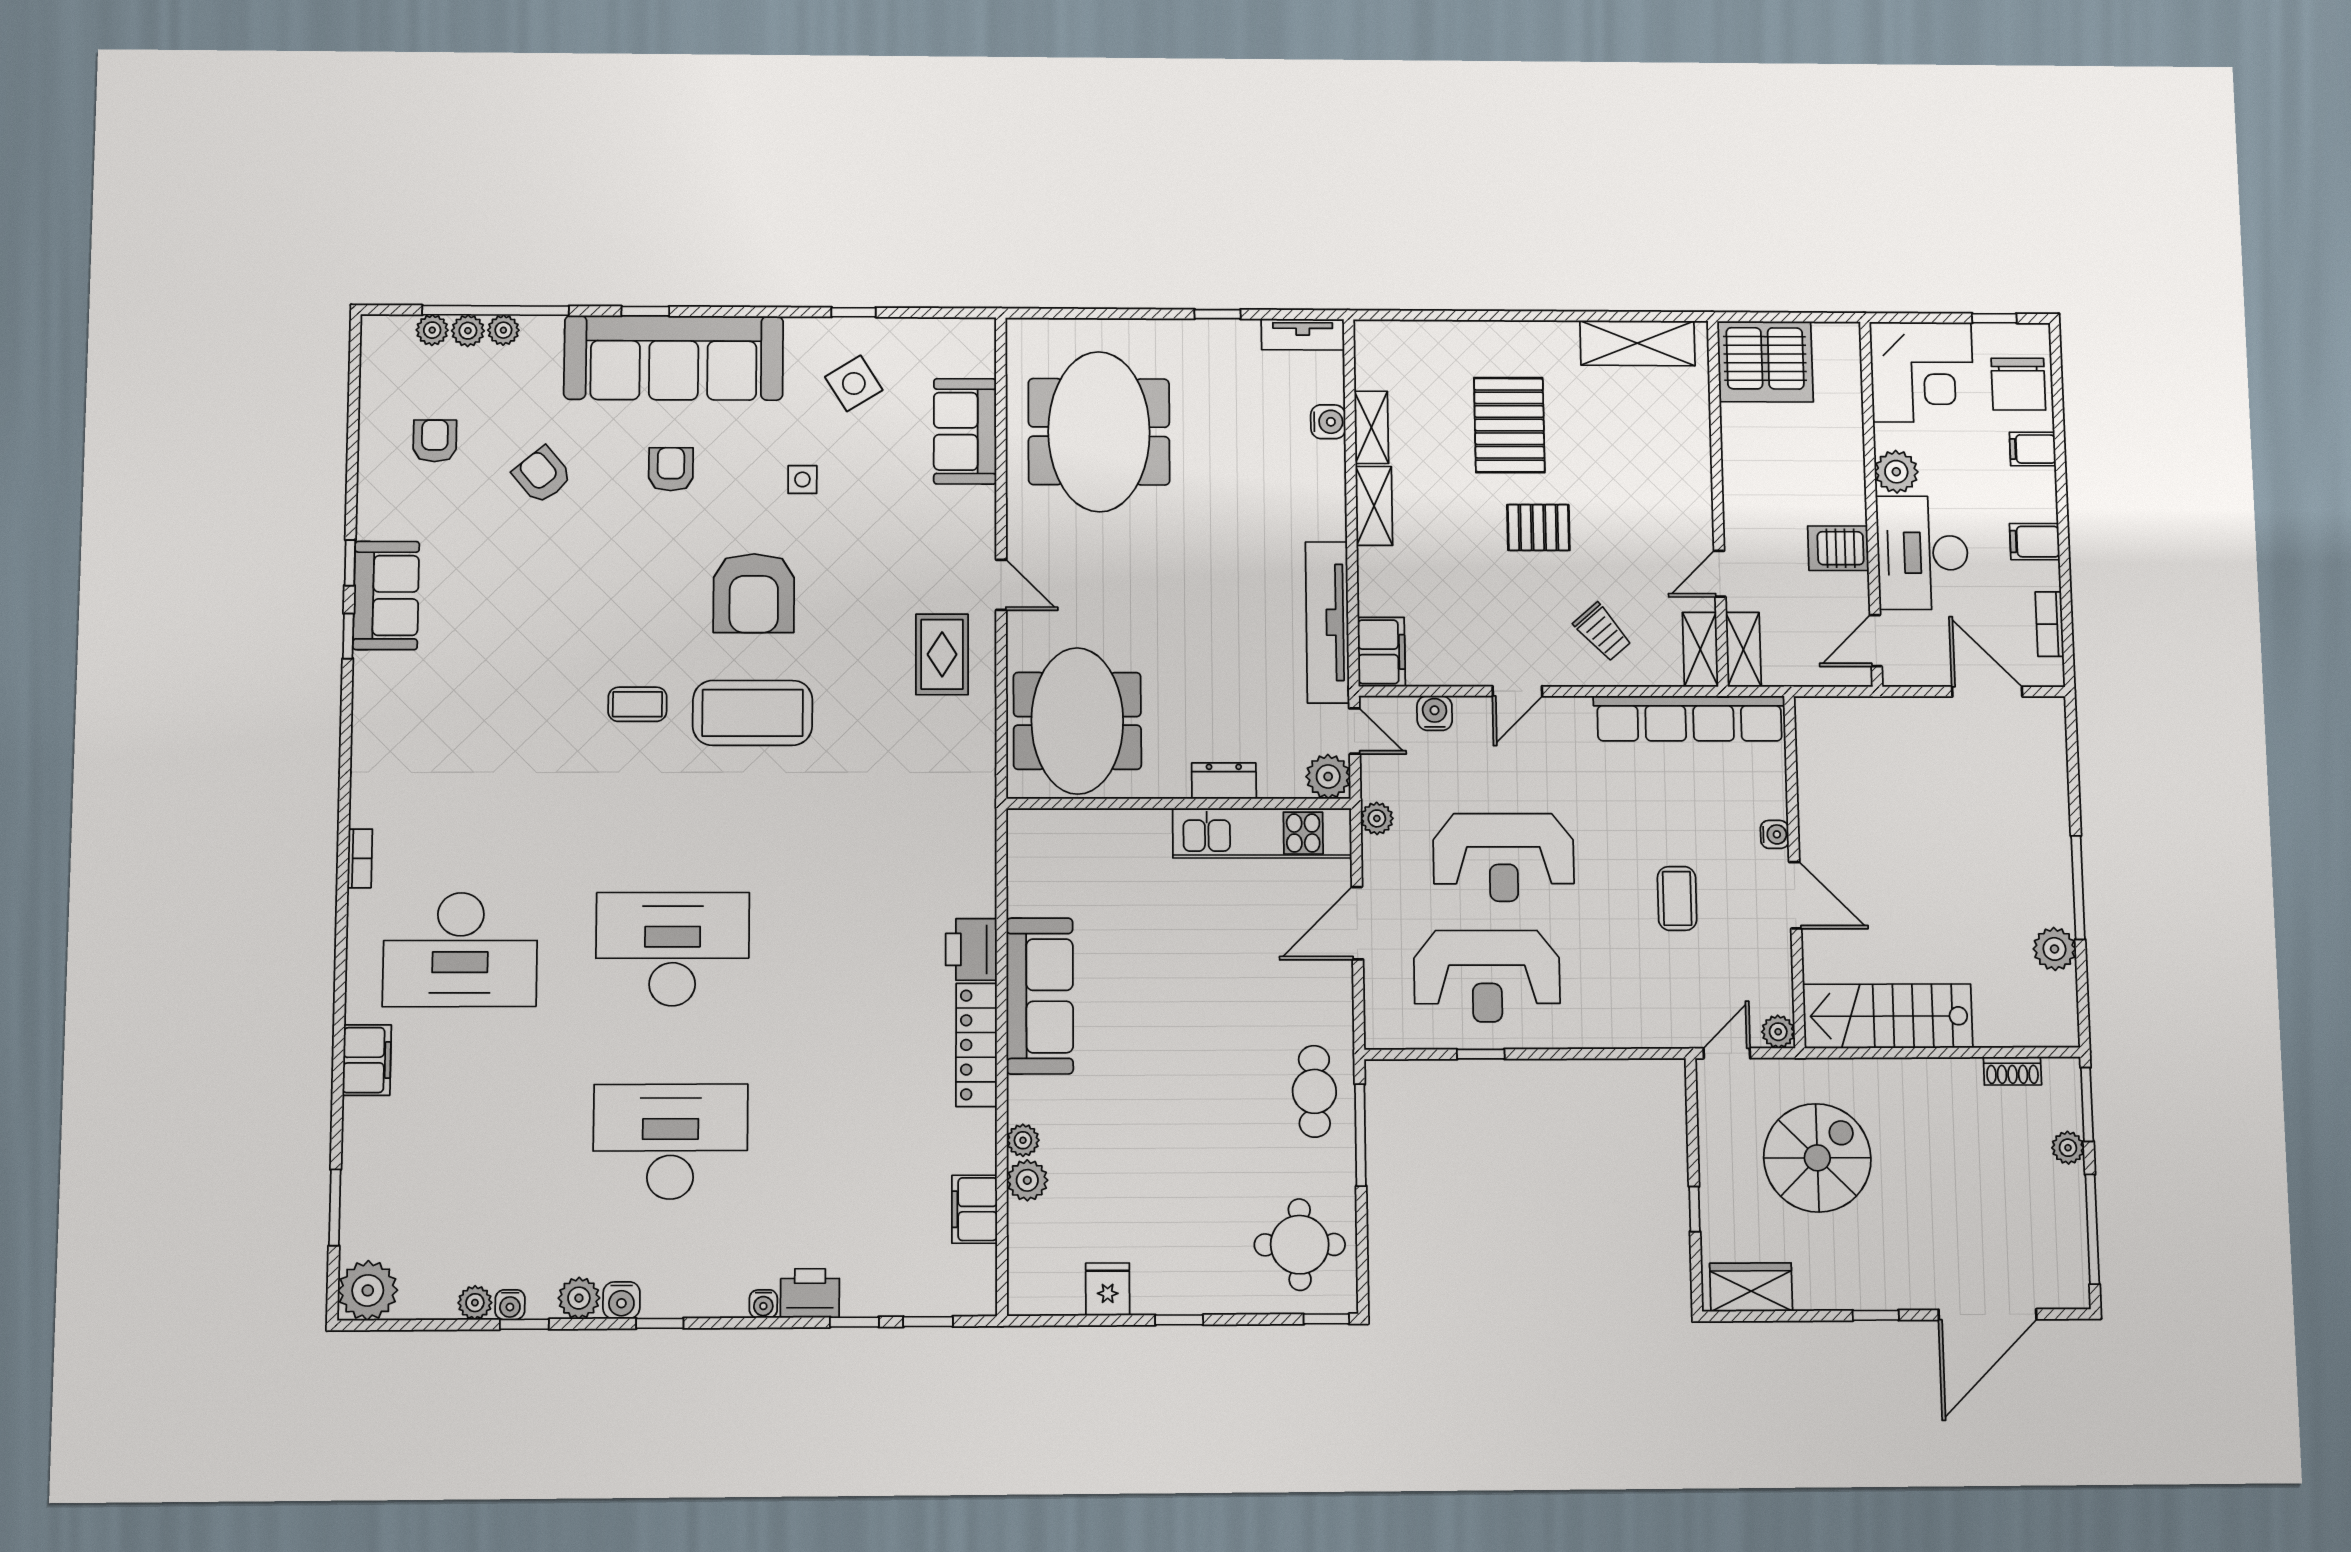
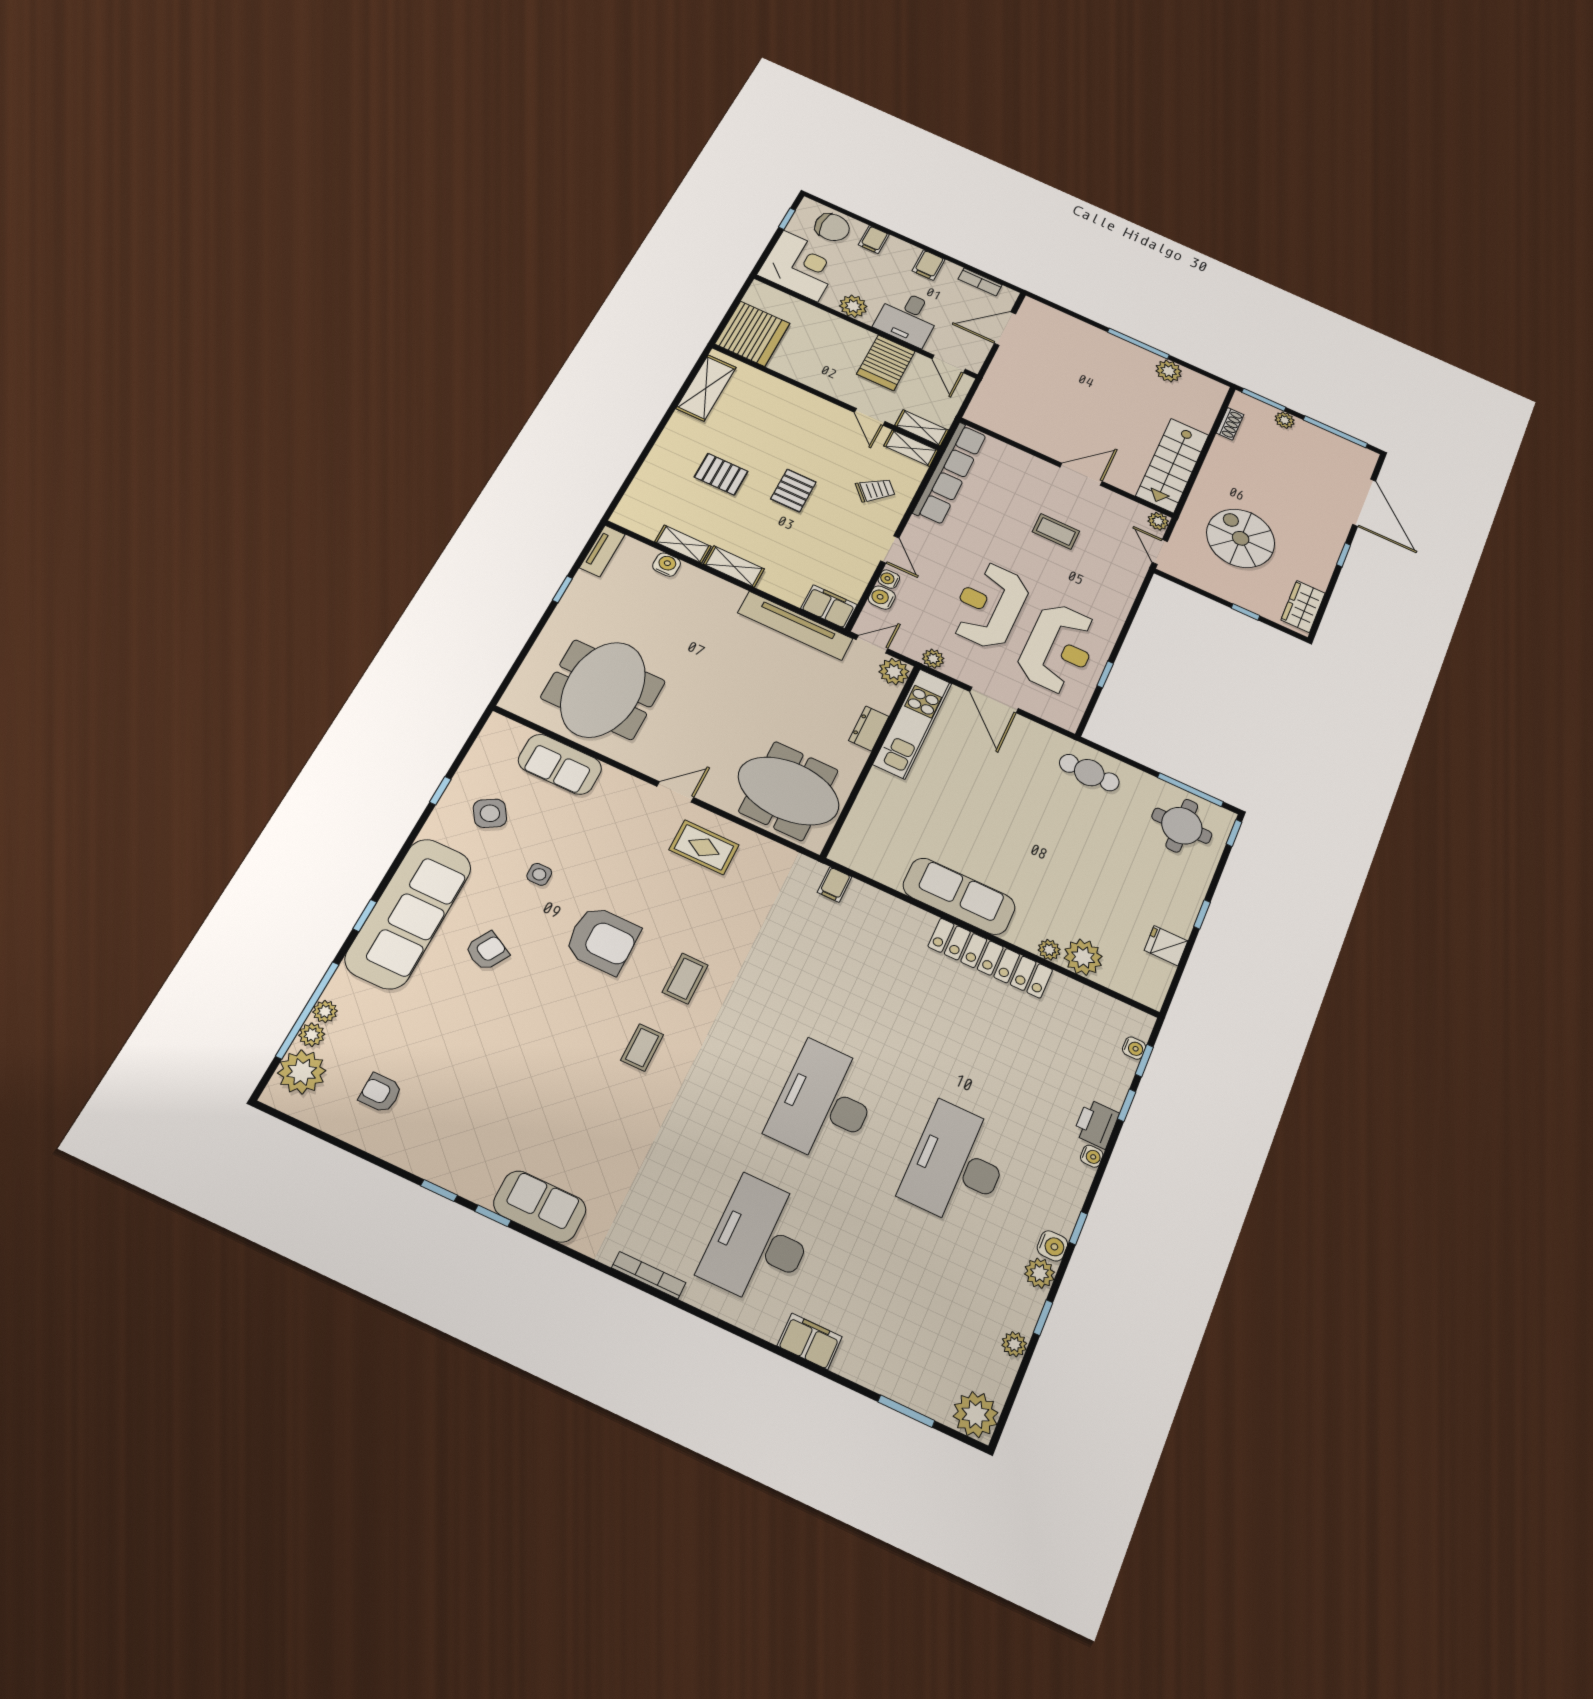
plant: (432, 330) -> (302, 1072), width x1.87, depth x1.87
pallet: (1509, 425) -> (721, 474), width x0.67, depth x0.71
meeting table: (1099, 432) -> (603, 690), turned 90
armchair: (671, 469) -> (487, 951), turned 119
armchair: (542, 475) -> (445, 1034), removed
server rack: (1838, 548) -> (886, 363), width x1.36, depth x1.44
desk: (1922, 553) -> (908, 318), width x0.73
sofa: (386, 595) -> (540, 1206), moved
coffee table: (753, 713) -> (685, 979), width x0.54, depth x0.58
water cooler: (1775, 834) -> (889, 579), moved, turned -90
reception desk: (1503, 857) -> (989, 605), turned 180
bookcase: (360, 858) -> (649, 1275), width x1.56
printer: (971, 949) -> (910, 922), removed
desk: (460, 950) -> (760, 1242), turned 180
locker: (976, 1045) -> (990, 958), width x1.41, depth x1.21
window: (1360, 1135) -> (1190, 790), moved
plant: (1027, 1180) -> (1083, 957), width x1.36, depth x1.36
filing cabinet: (975, 1209) -> (835, 885), moved, width x0.50
water cooler: (510, 1305) -> (1134, 1048), moved

